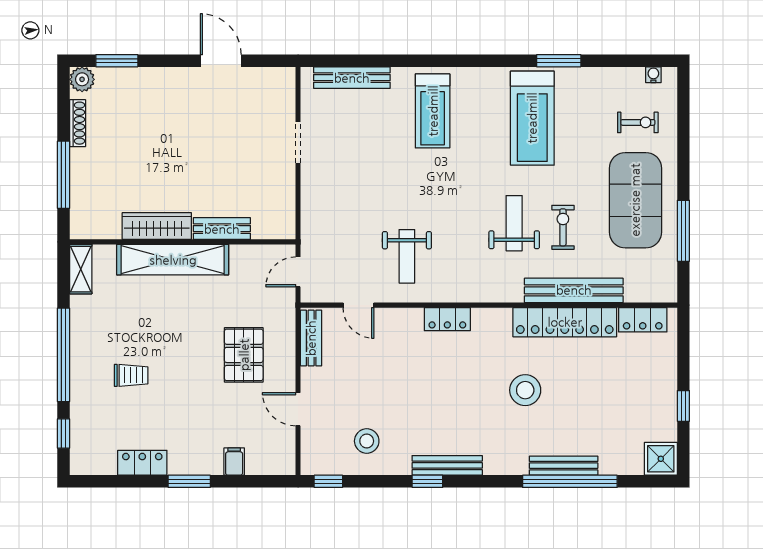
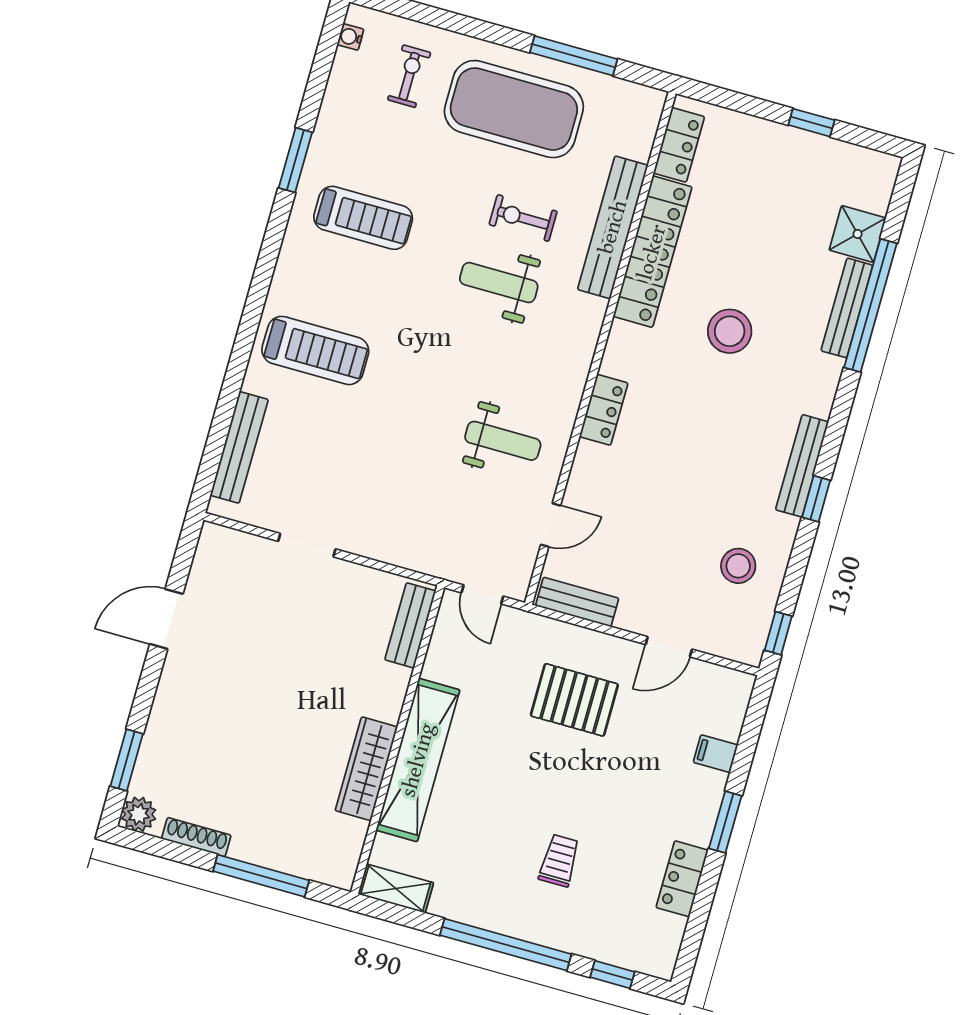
treadmill: (532, 118) -> (363, 218), width x0.73, depth x0.73
bench: (222, 229) -> (410, 625), moved
shower: (661, 459) -> (858, 234), moved

